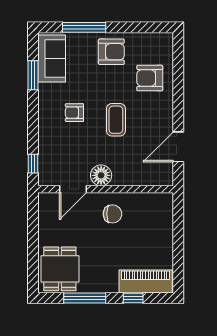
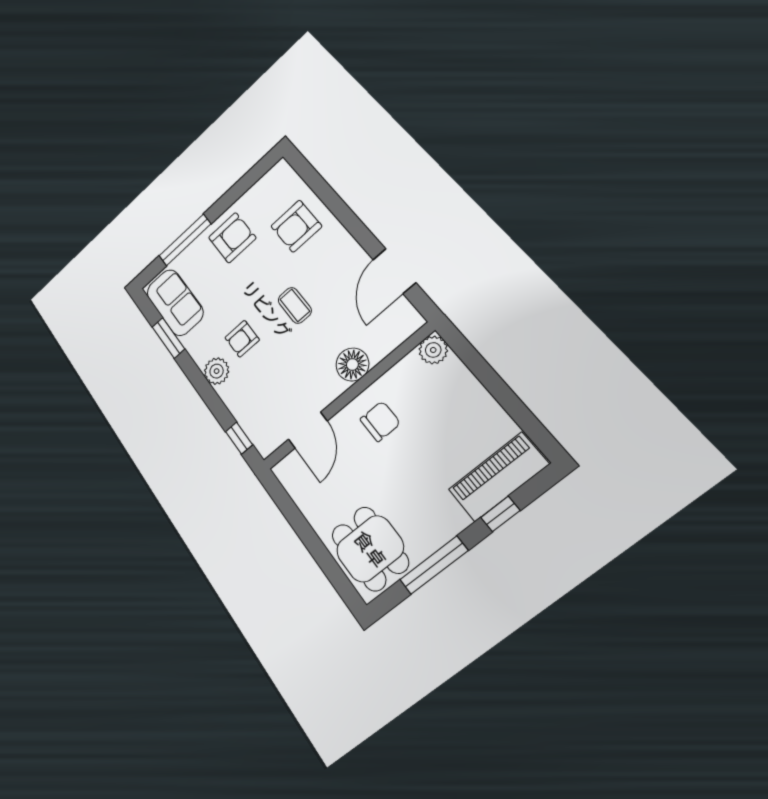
plant: (47, 118) -> (217, 371), added
coffee table: (116, 120) -> (295, 305), width x0.73, depth x0.77
floor lamp: (101, 175) -> (352, 365), moved
plant: (165, 201) -> (433, 350), added

